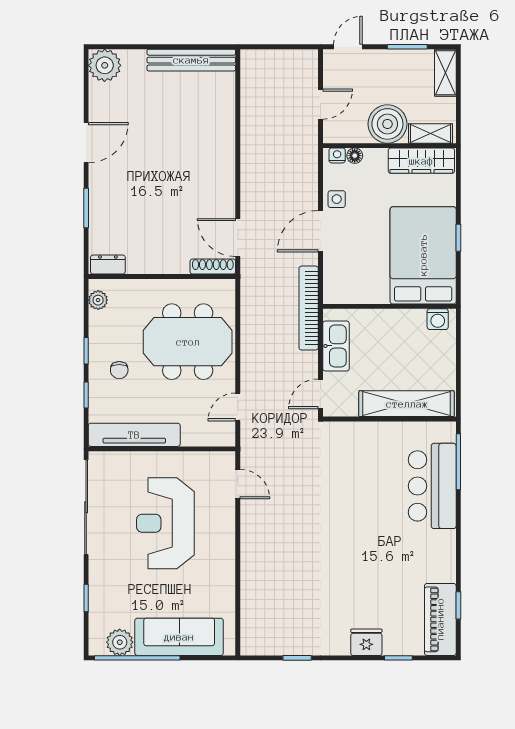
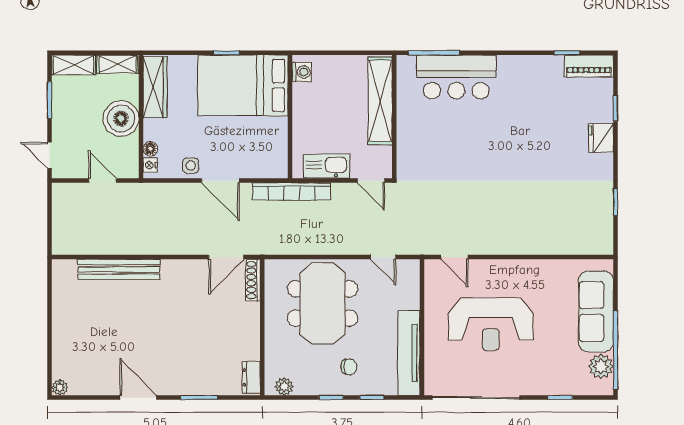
bench: (191, 60) -> (119, 269), moved, turned 90
plant: (105, 65) -> (60, 387), width x0.53, depth x0.53
shelving: (431, 133) -> (118, 64), moved, turned 90
door: (238, 484) -> (454, 257), swing flipped
piano: (440, 619) -> (589, 66), width x0.73, depth x0.75

